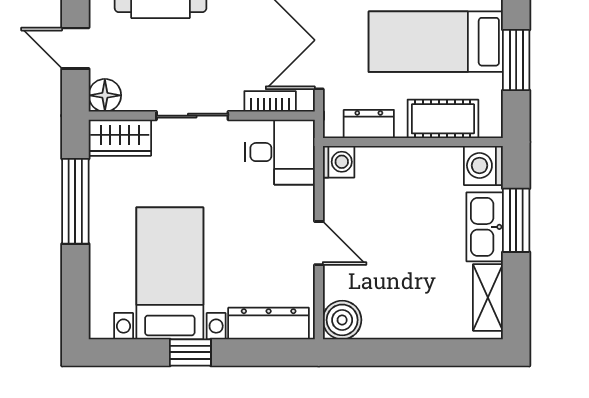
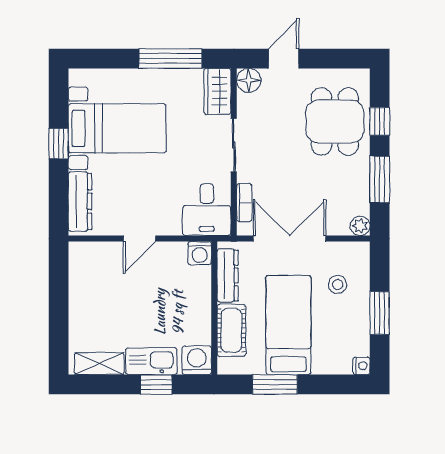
dresser: (369, 124) -> (228, 276), width x1.44
window: (516, 220) -> (156, 384), width x0.67
boiler: (342, 320) -> (83, 256), removed

